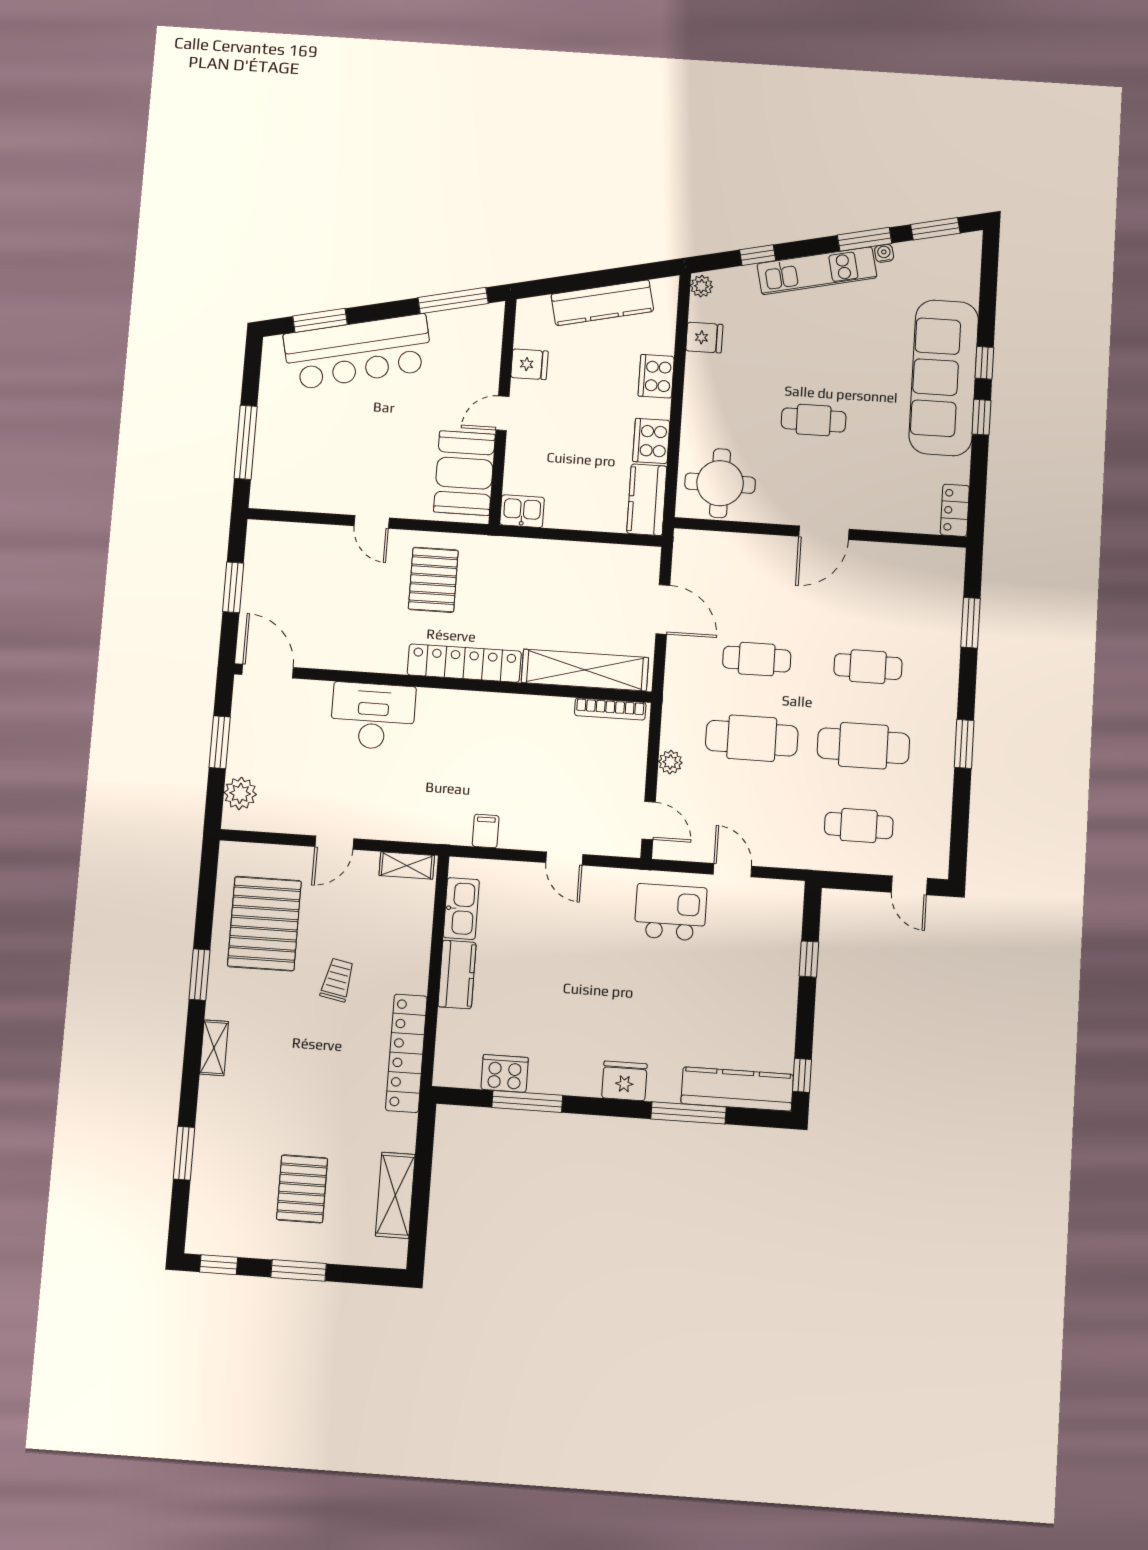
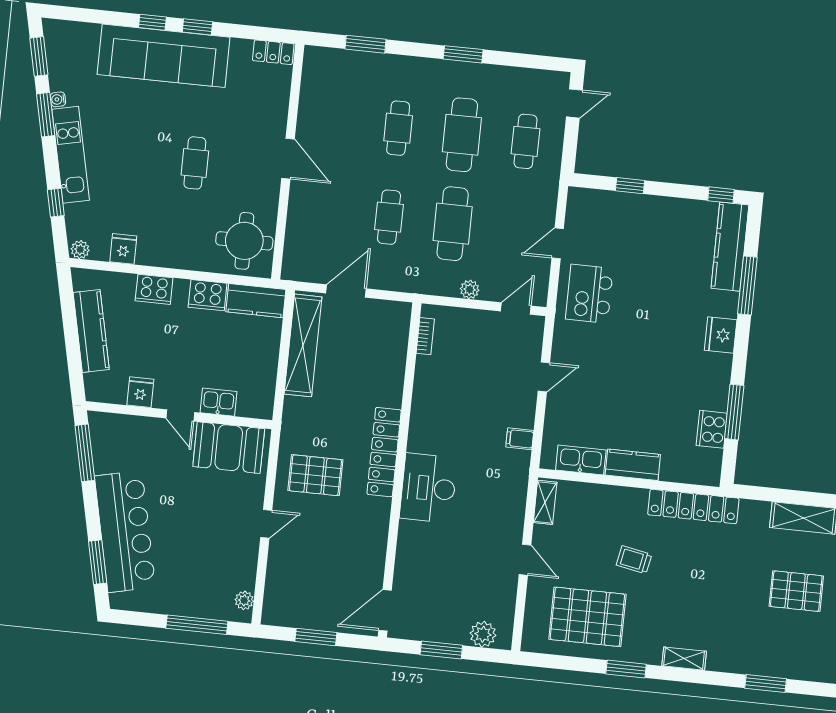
plant: (277, 498) -> (244, 600), added
kitchen sink: (522, 511) -> (219, 402), moved, turned 90
shelving: (585, 670) -> (303, 345), moved
bookcase: (610, 709) -> (425, 336), width x0.64
desk: (373, 716) -> (428, 488), moved

